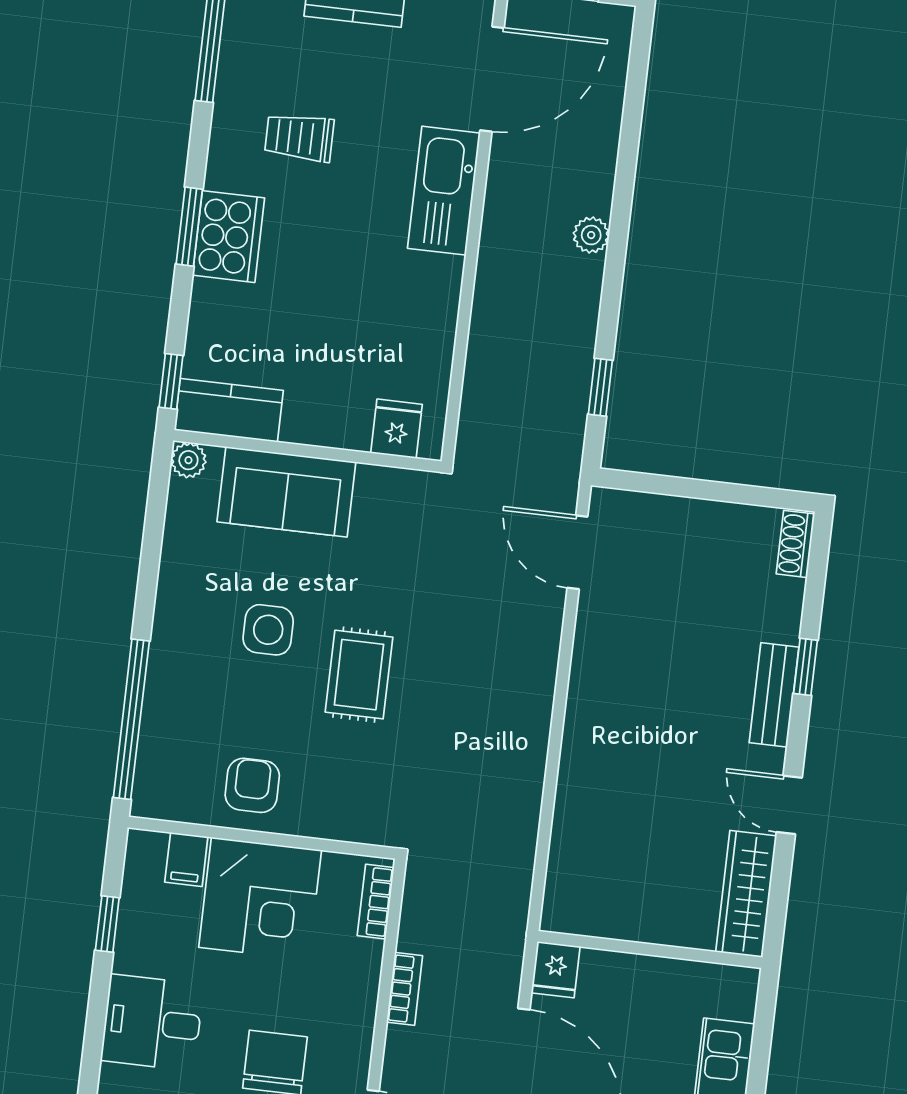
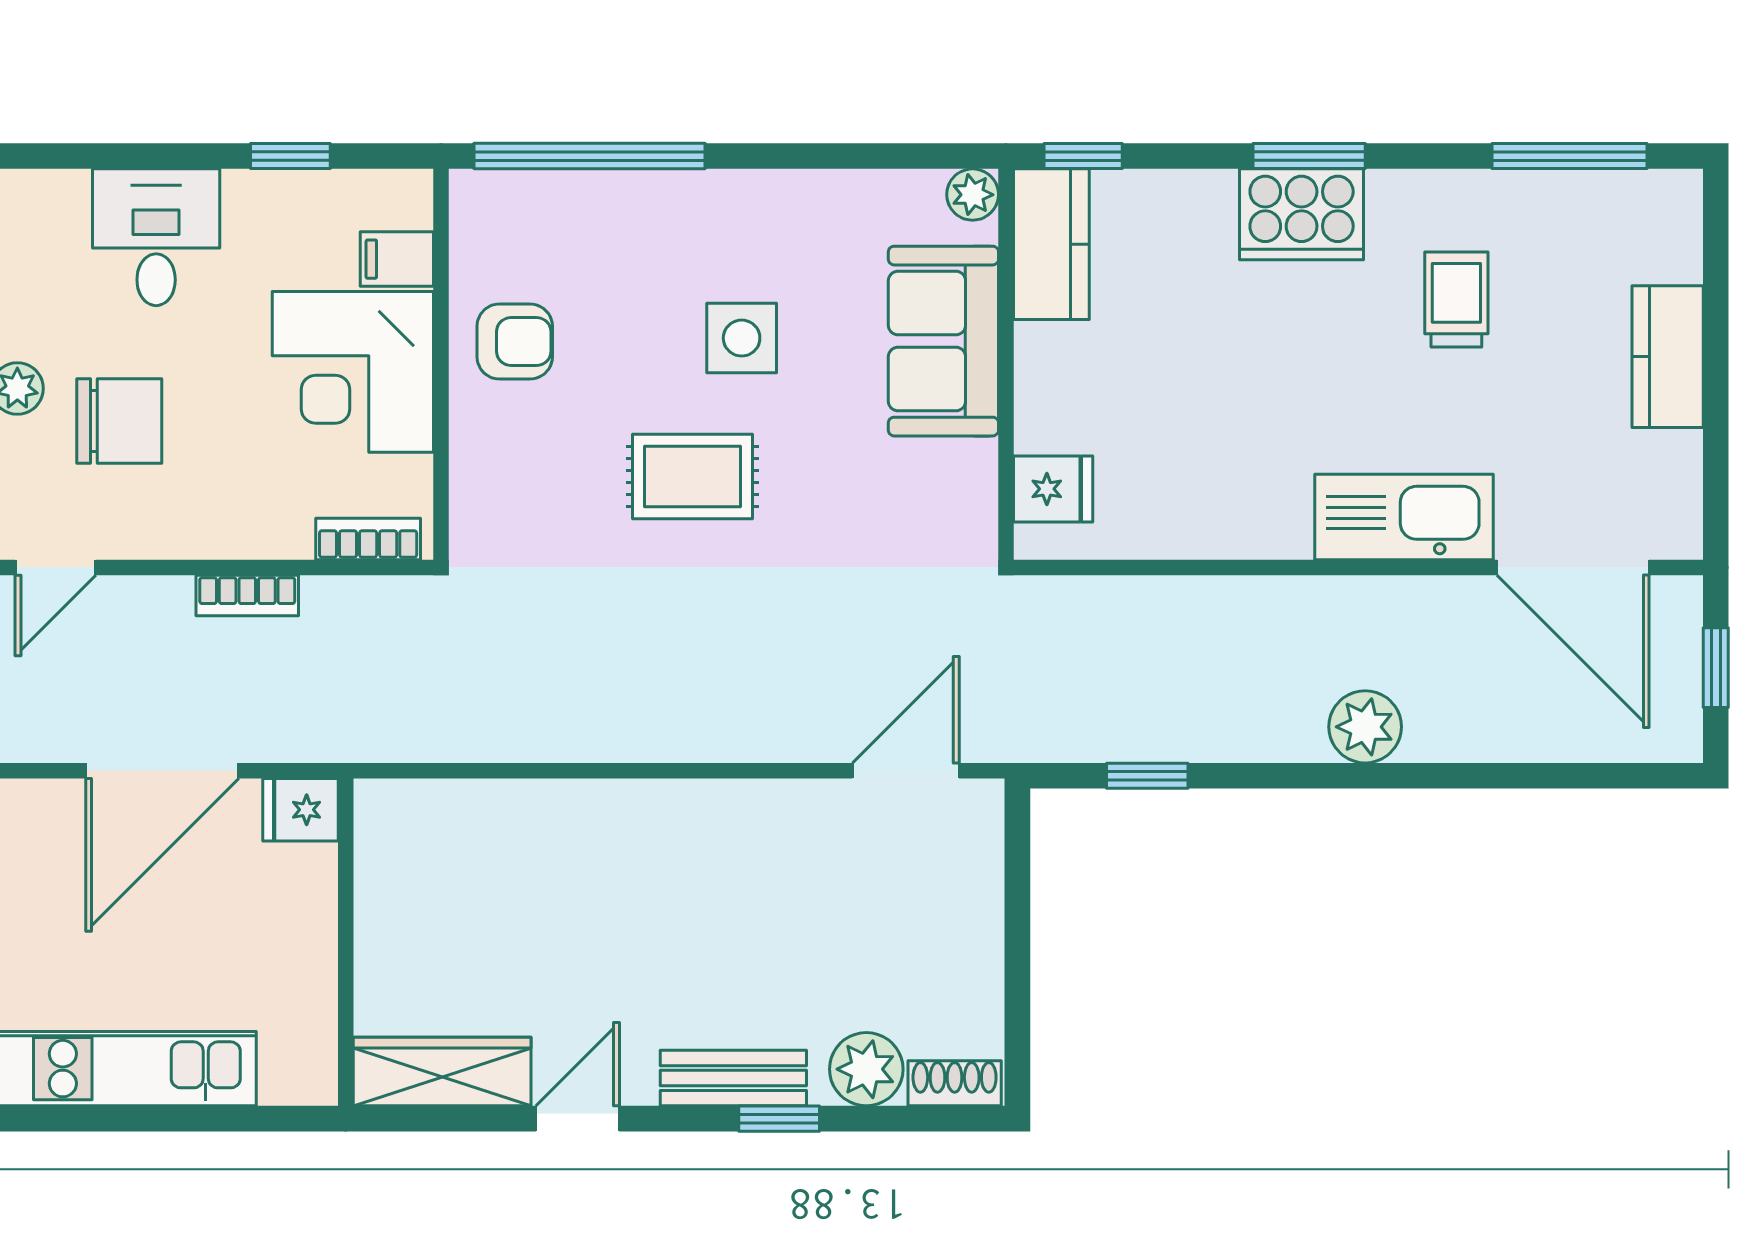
plant: (591, 235) -> (1365, 727), width x1.38, depth x1.38
plant: (779, 603) -> (866, 1069), added

